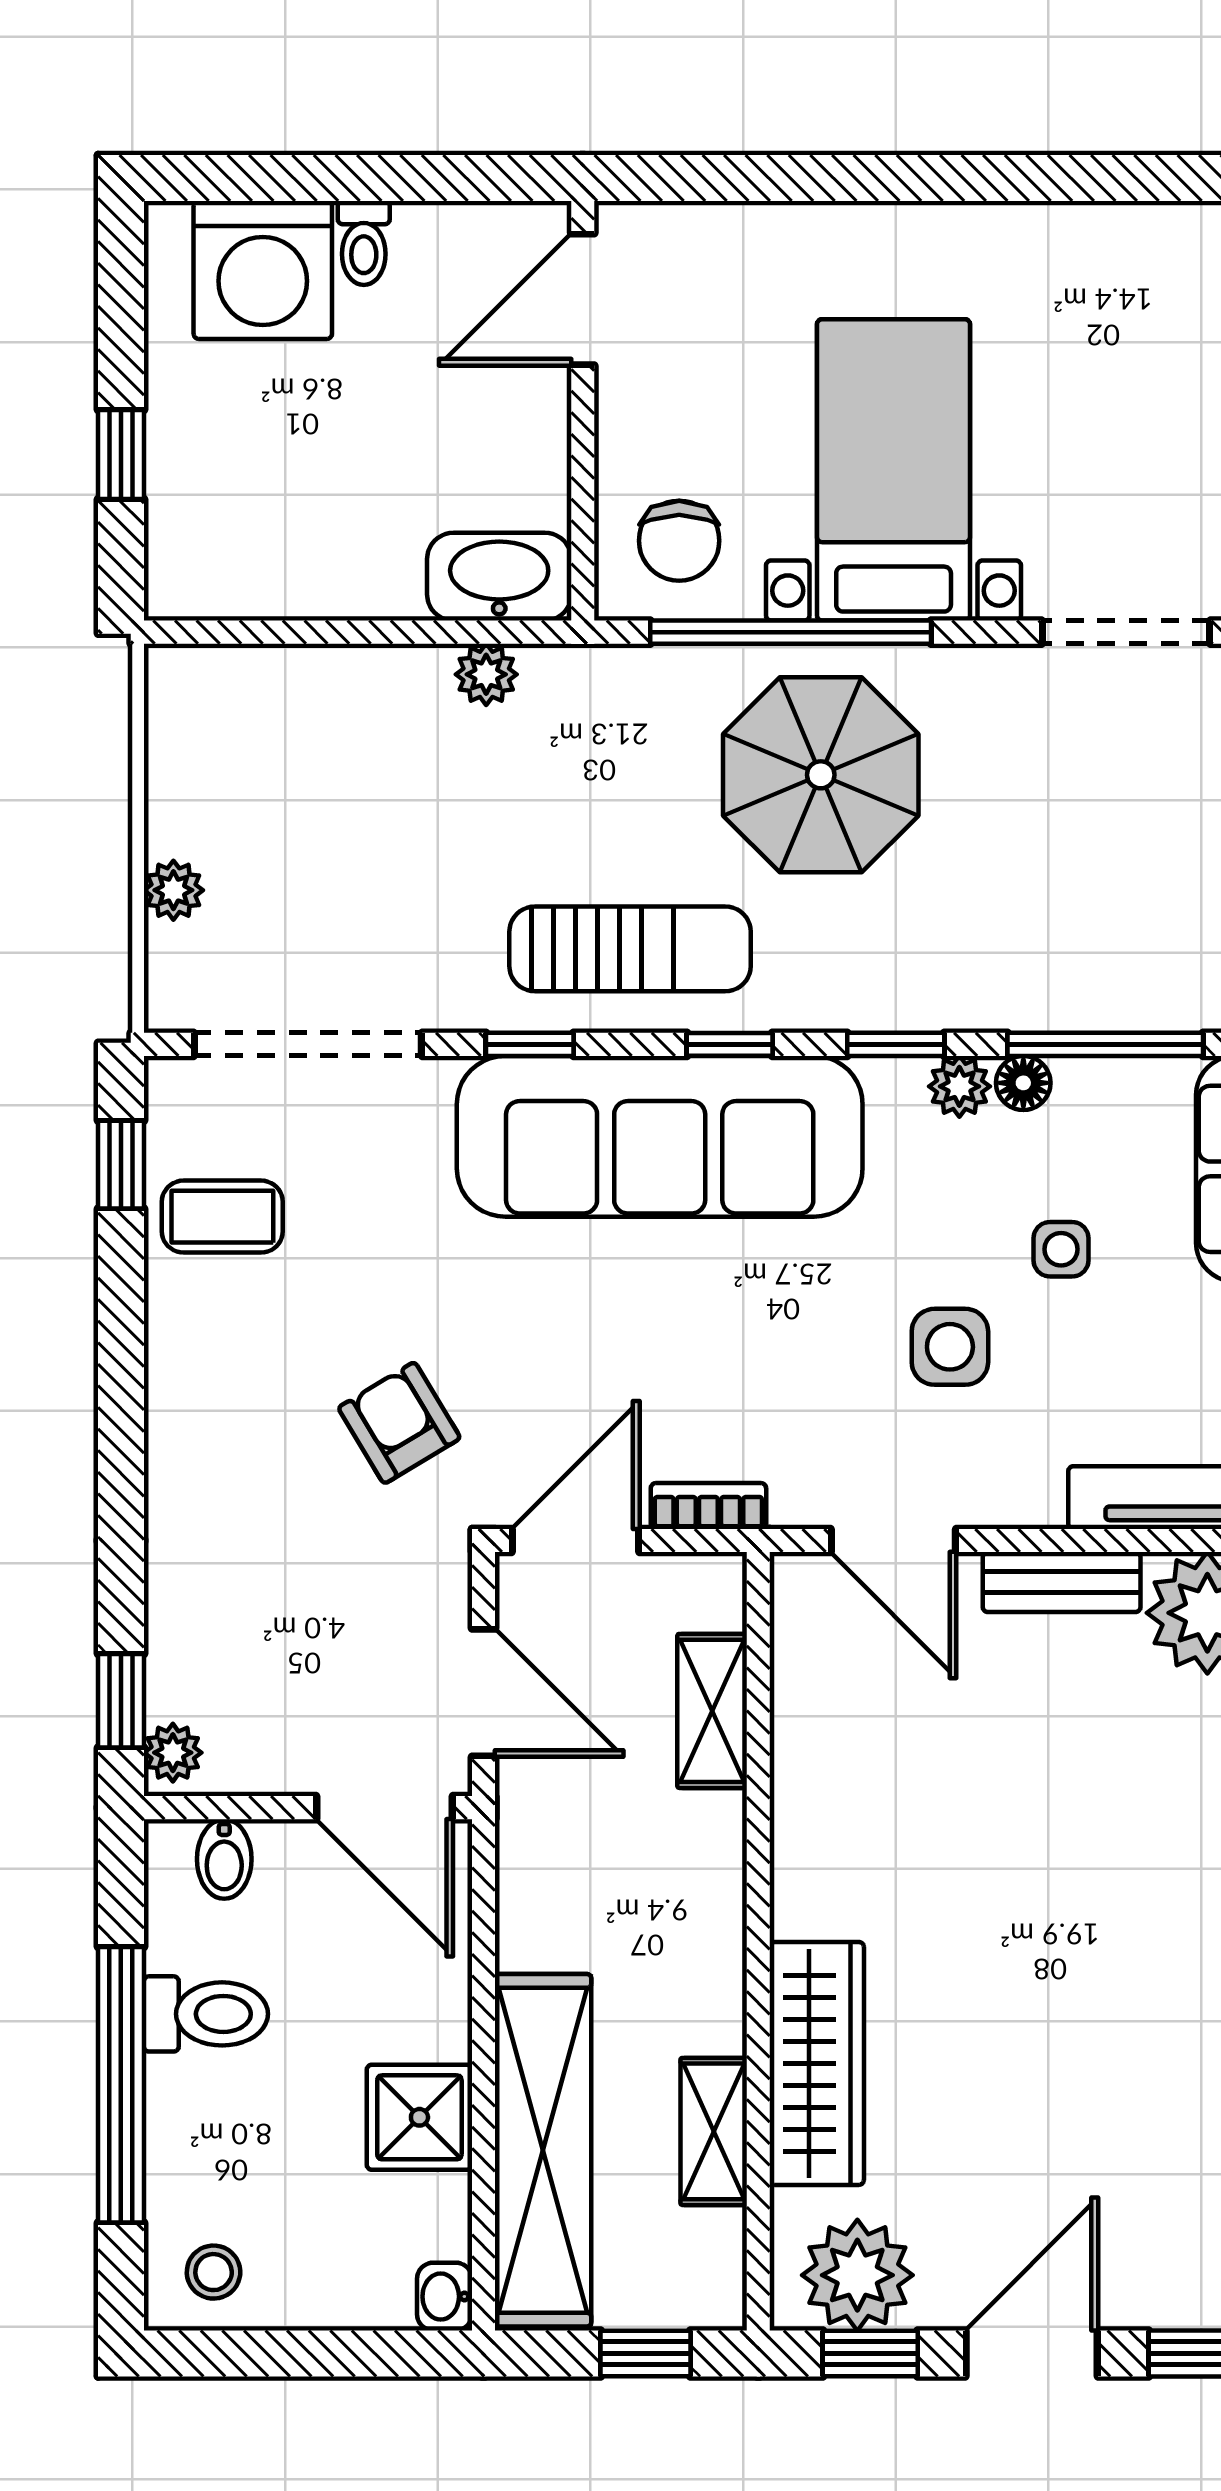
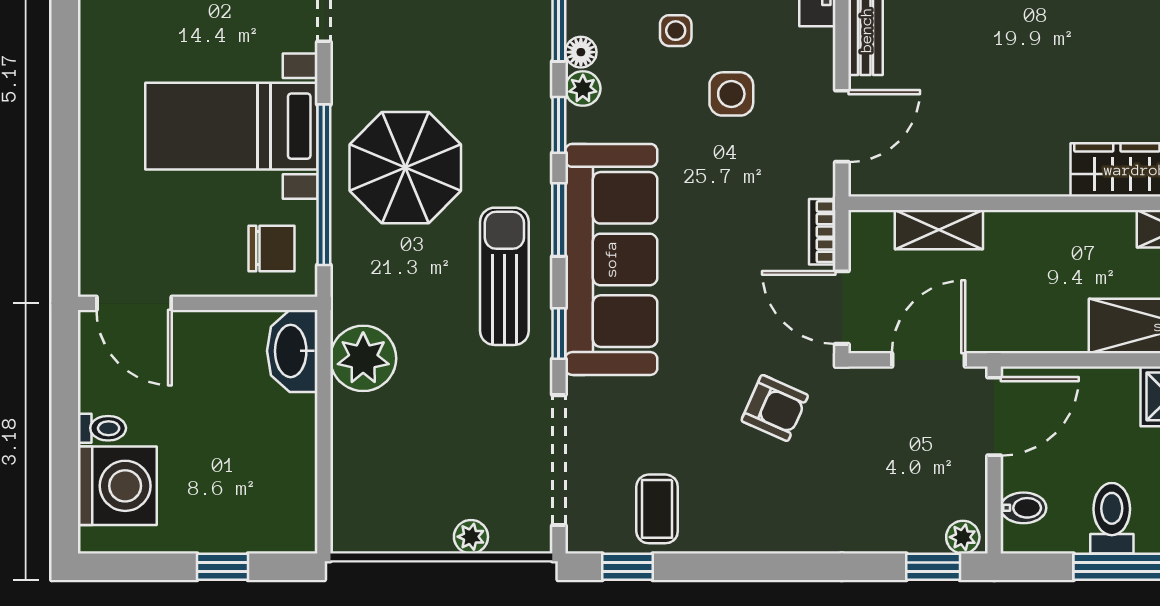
plant: (486, 674) -> (363, 358), width x1.88, depth x1.88
window: (730, 1044) -> (559, 220), width x1.50
armchair: (399, 1423) -> (775, 408), turned -125

